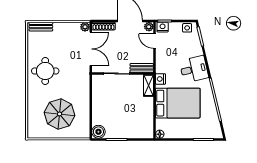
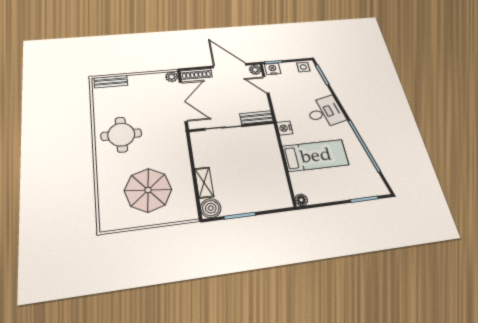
shelving: (148, 85) -> (204, 183), moved
bed: (178, 103) -> (316, 155), width x0.67

